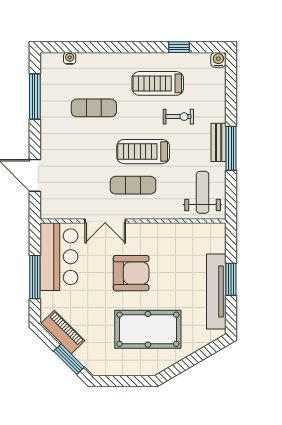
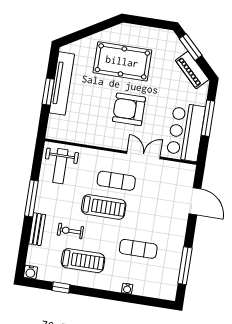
water cooler: (70, 58) -> (127, 289), moved
bench: (219, 142) -> (37, 229), moved

